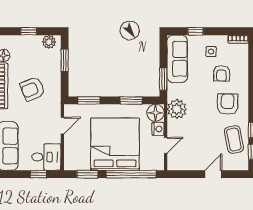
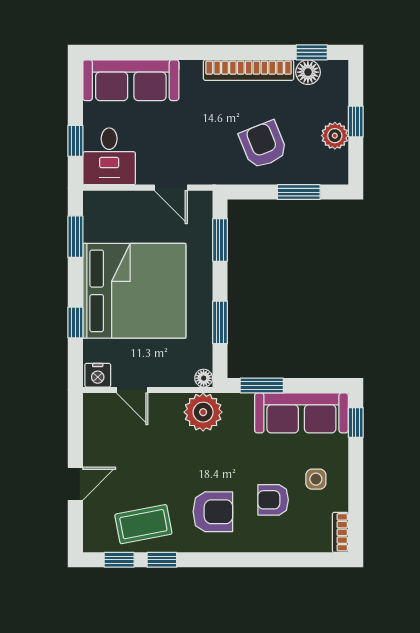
window: (196, 31) -> (356, 423), moved
plant: (49, 42) -> (335, 136), moved
armchair: (32, 89) -> (263, 145), moved
floor lamp: (155, 113) -> (204, 378), width x0.53, depth x0.53
nightstand: (158, 129) -> (98, 375), moved
window: (131, 174) -> (75, 322), width x0.32
door: (213, 174) -> (75, 484), hinge flipped

